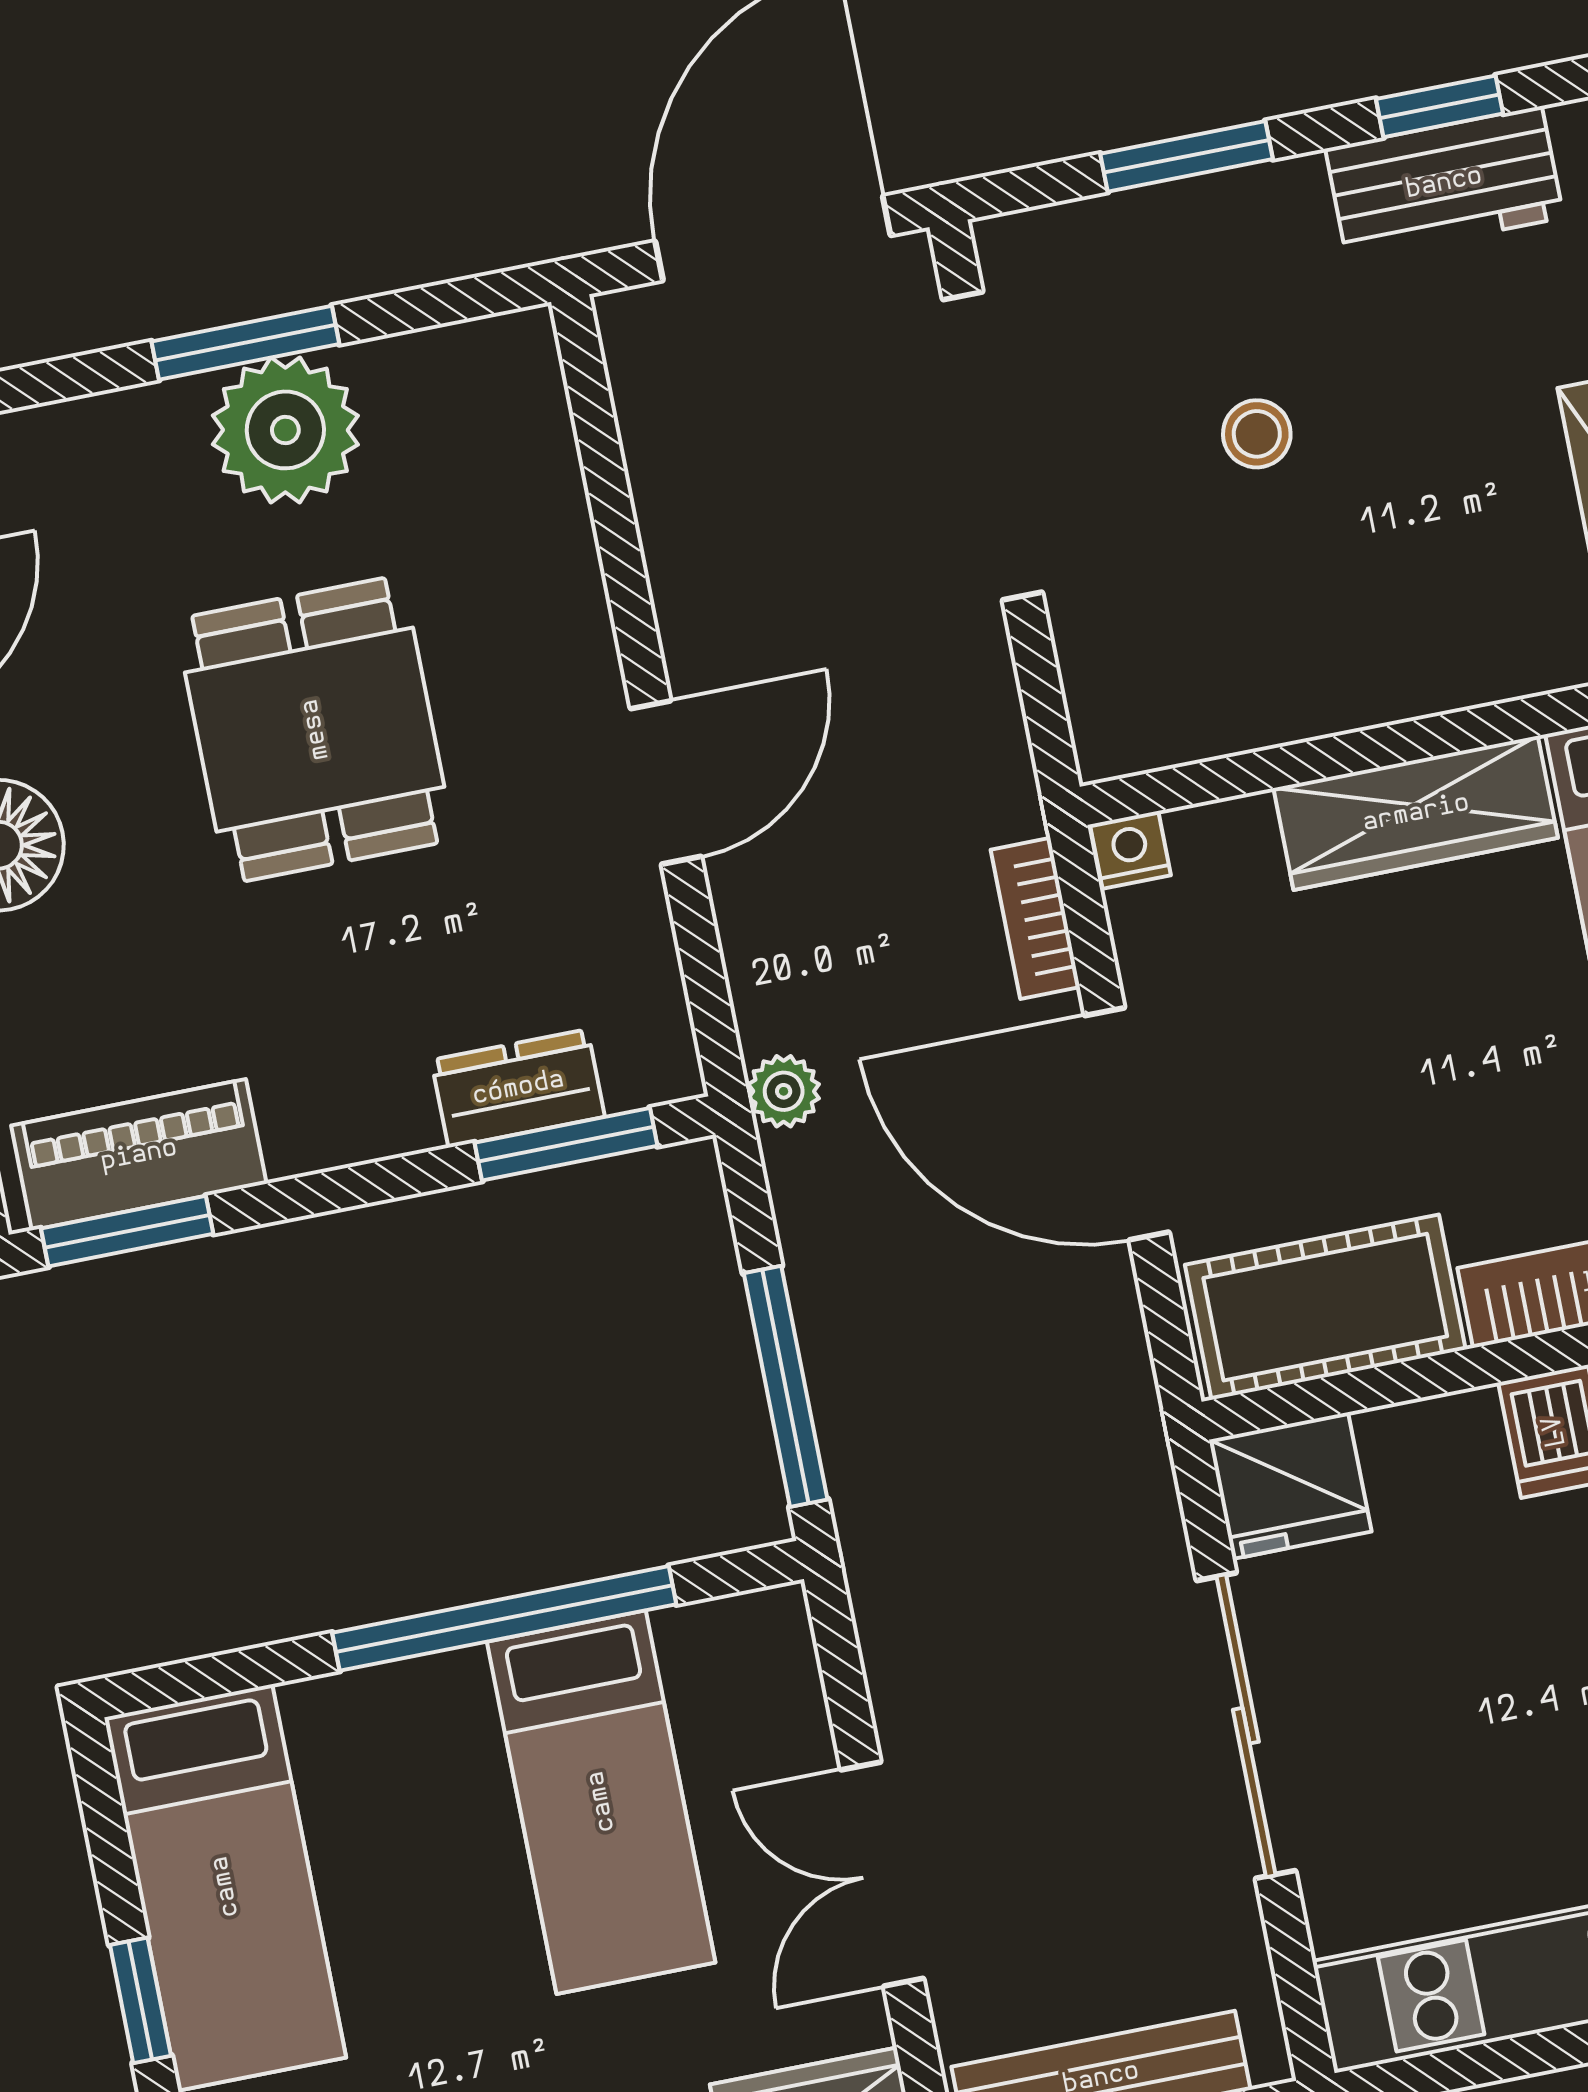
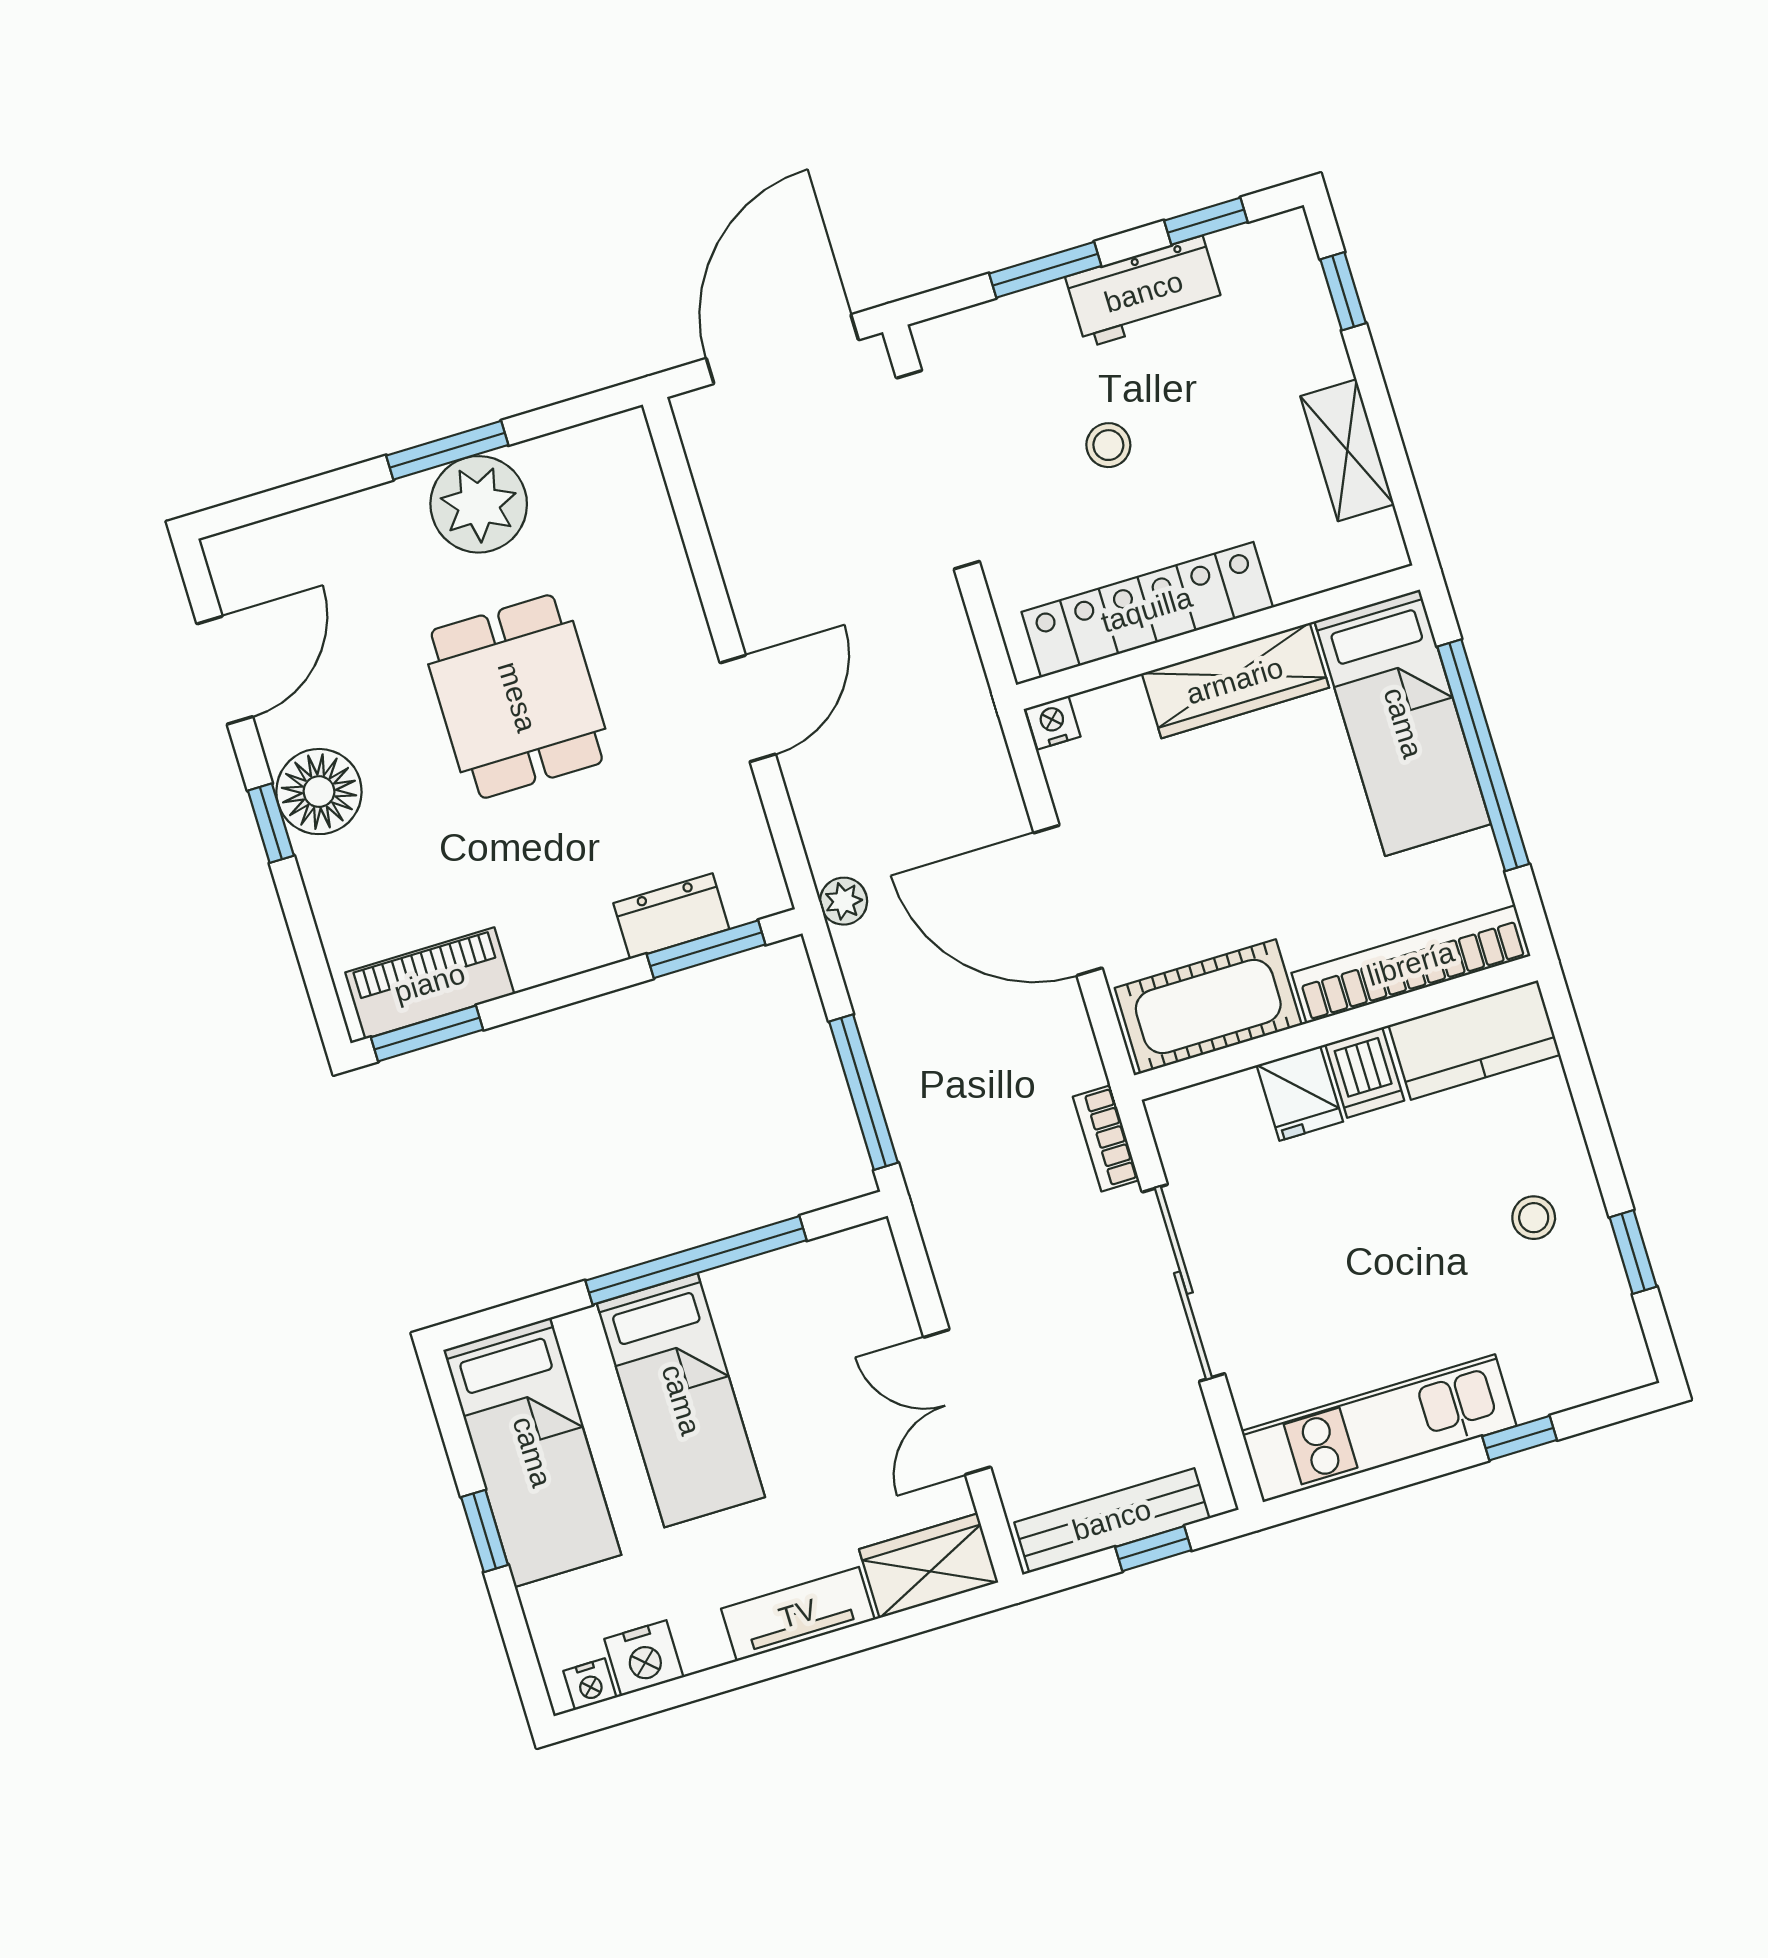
workbench: (1444, 183) -> (1144, 292), moved
locker: (1292, 691) -> (1147, 610), added
bookcase: (1035, 918) -> (1106, 1138), moved
fridge: (1290, 1486) -> (1300, 1093), moved, width x0.72
bed: (601, 1802) -> (681, 1400), moved

